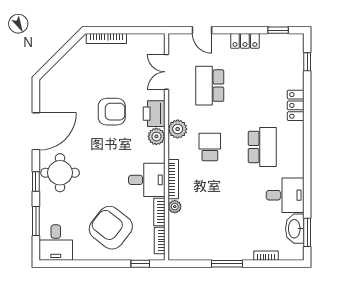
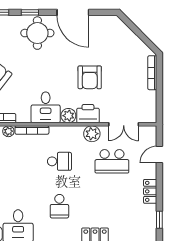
double door: (167, 72) -> (124, 124), swing flipped
school desk: (210, 86) -> (112, 161), turned 180
plant: (178, 129) -> (92, 134), moved
school desk: (262, 147) -> (59, 206), width x0.54
desk: (147, 180) -> (46, 107), moved

